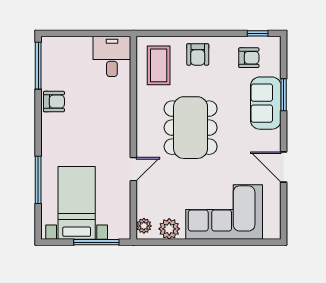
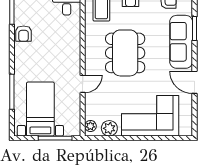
armchair: (54, 102) -> (24, 34), turned 90
sofa: (266, 103) -> (181, 42), width x1.36

